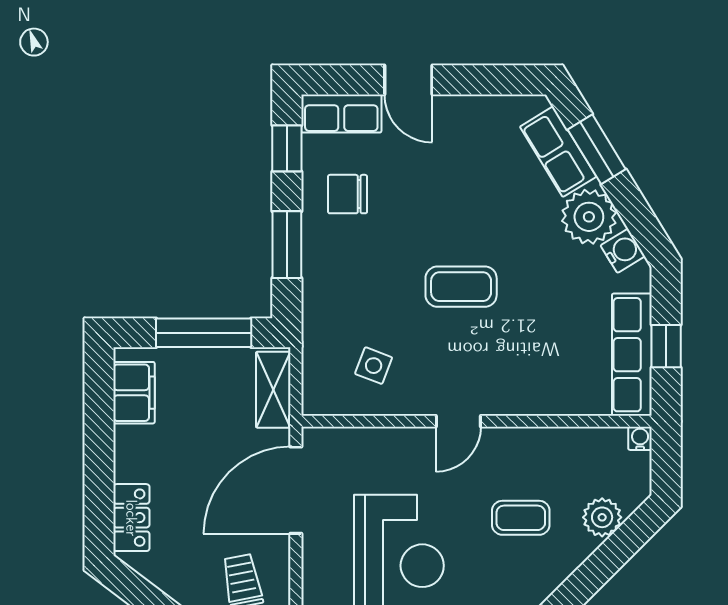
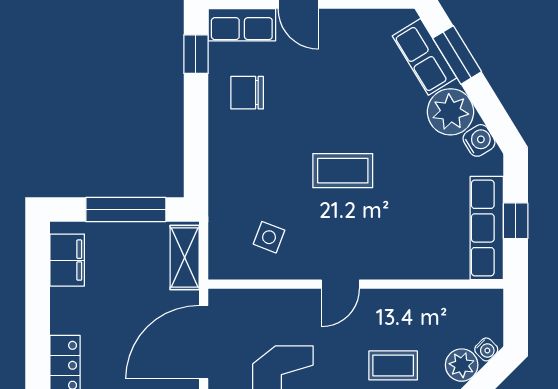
window: (287, 245) -> (196, 135), removed
water cooler: (640, 438) -> (486, 349), moved, turned 135

